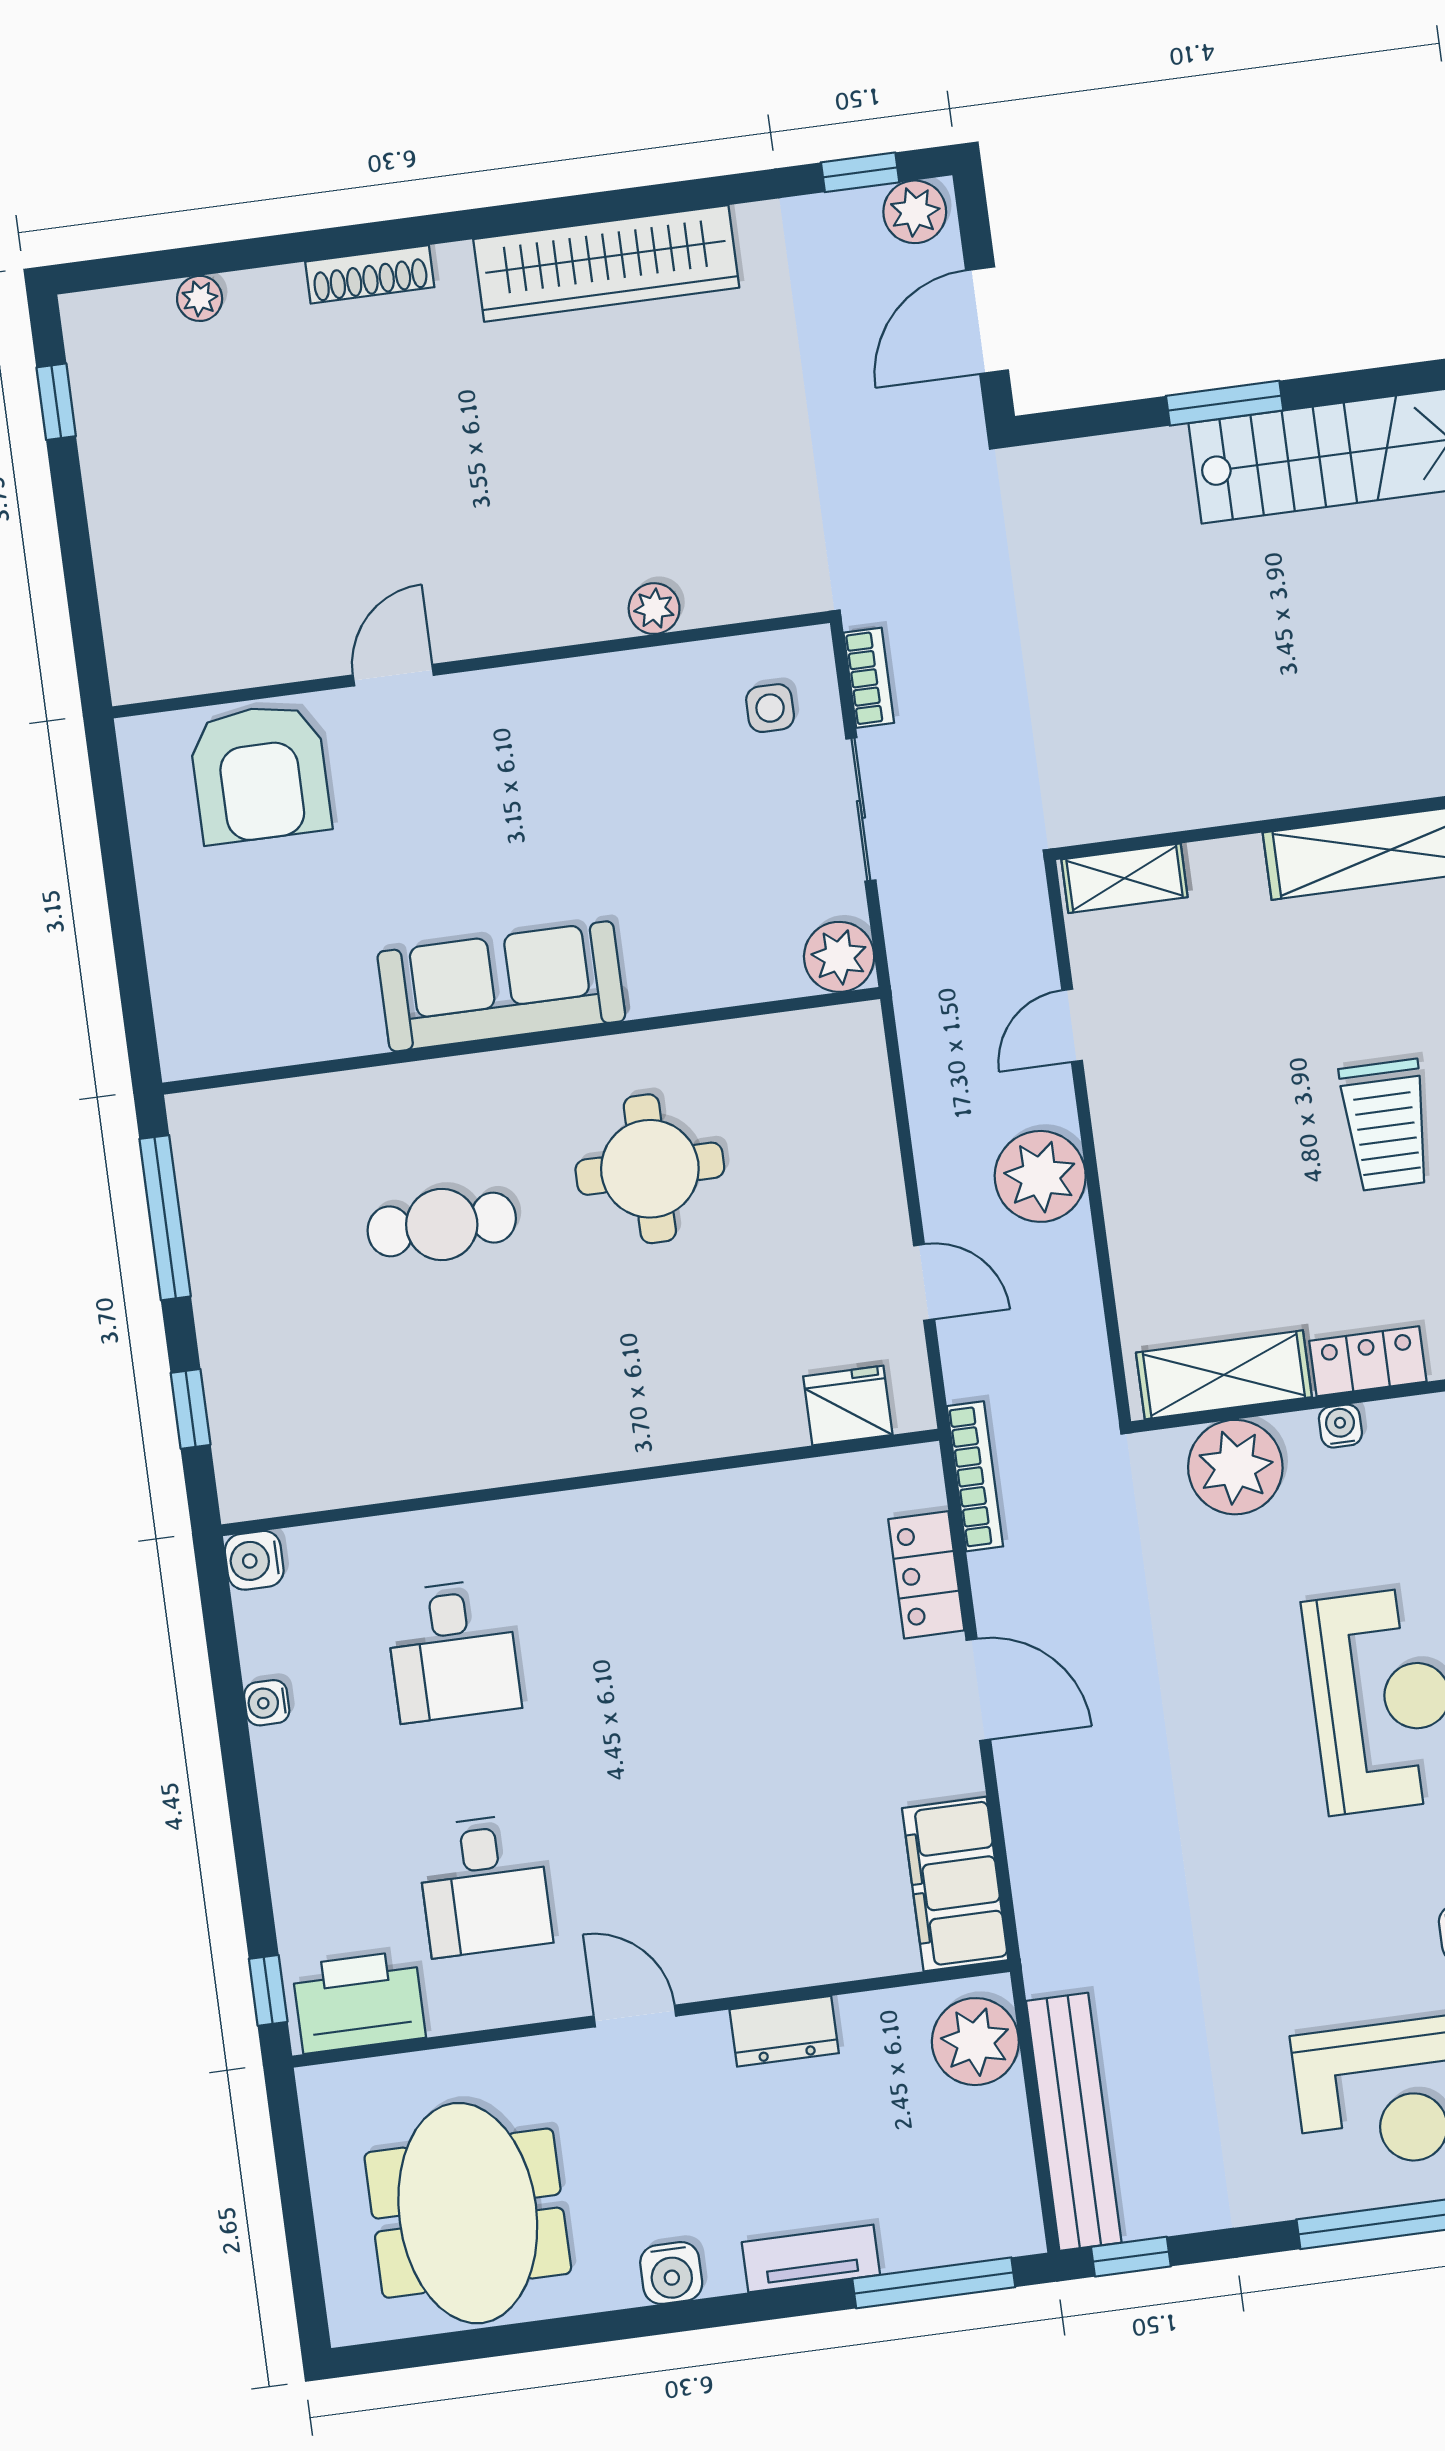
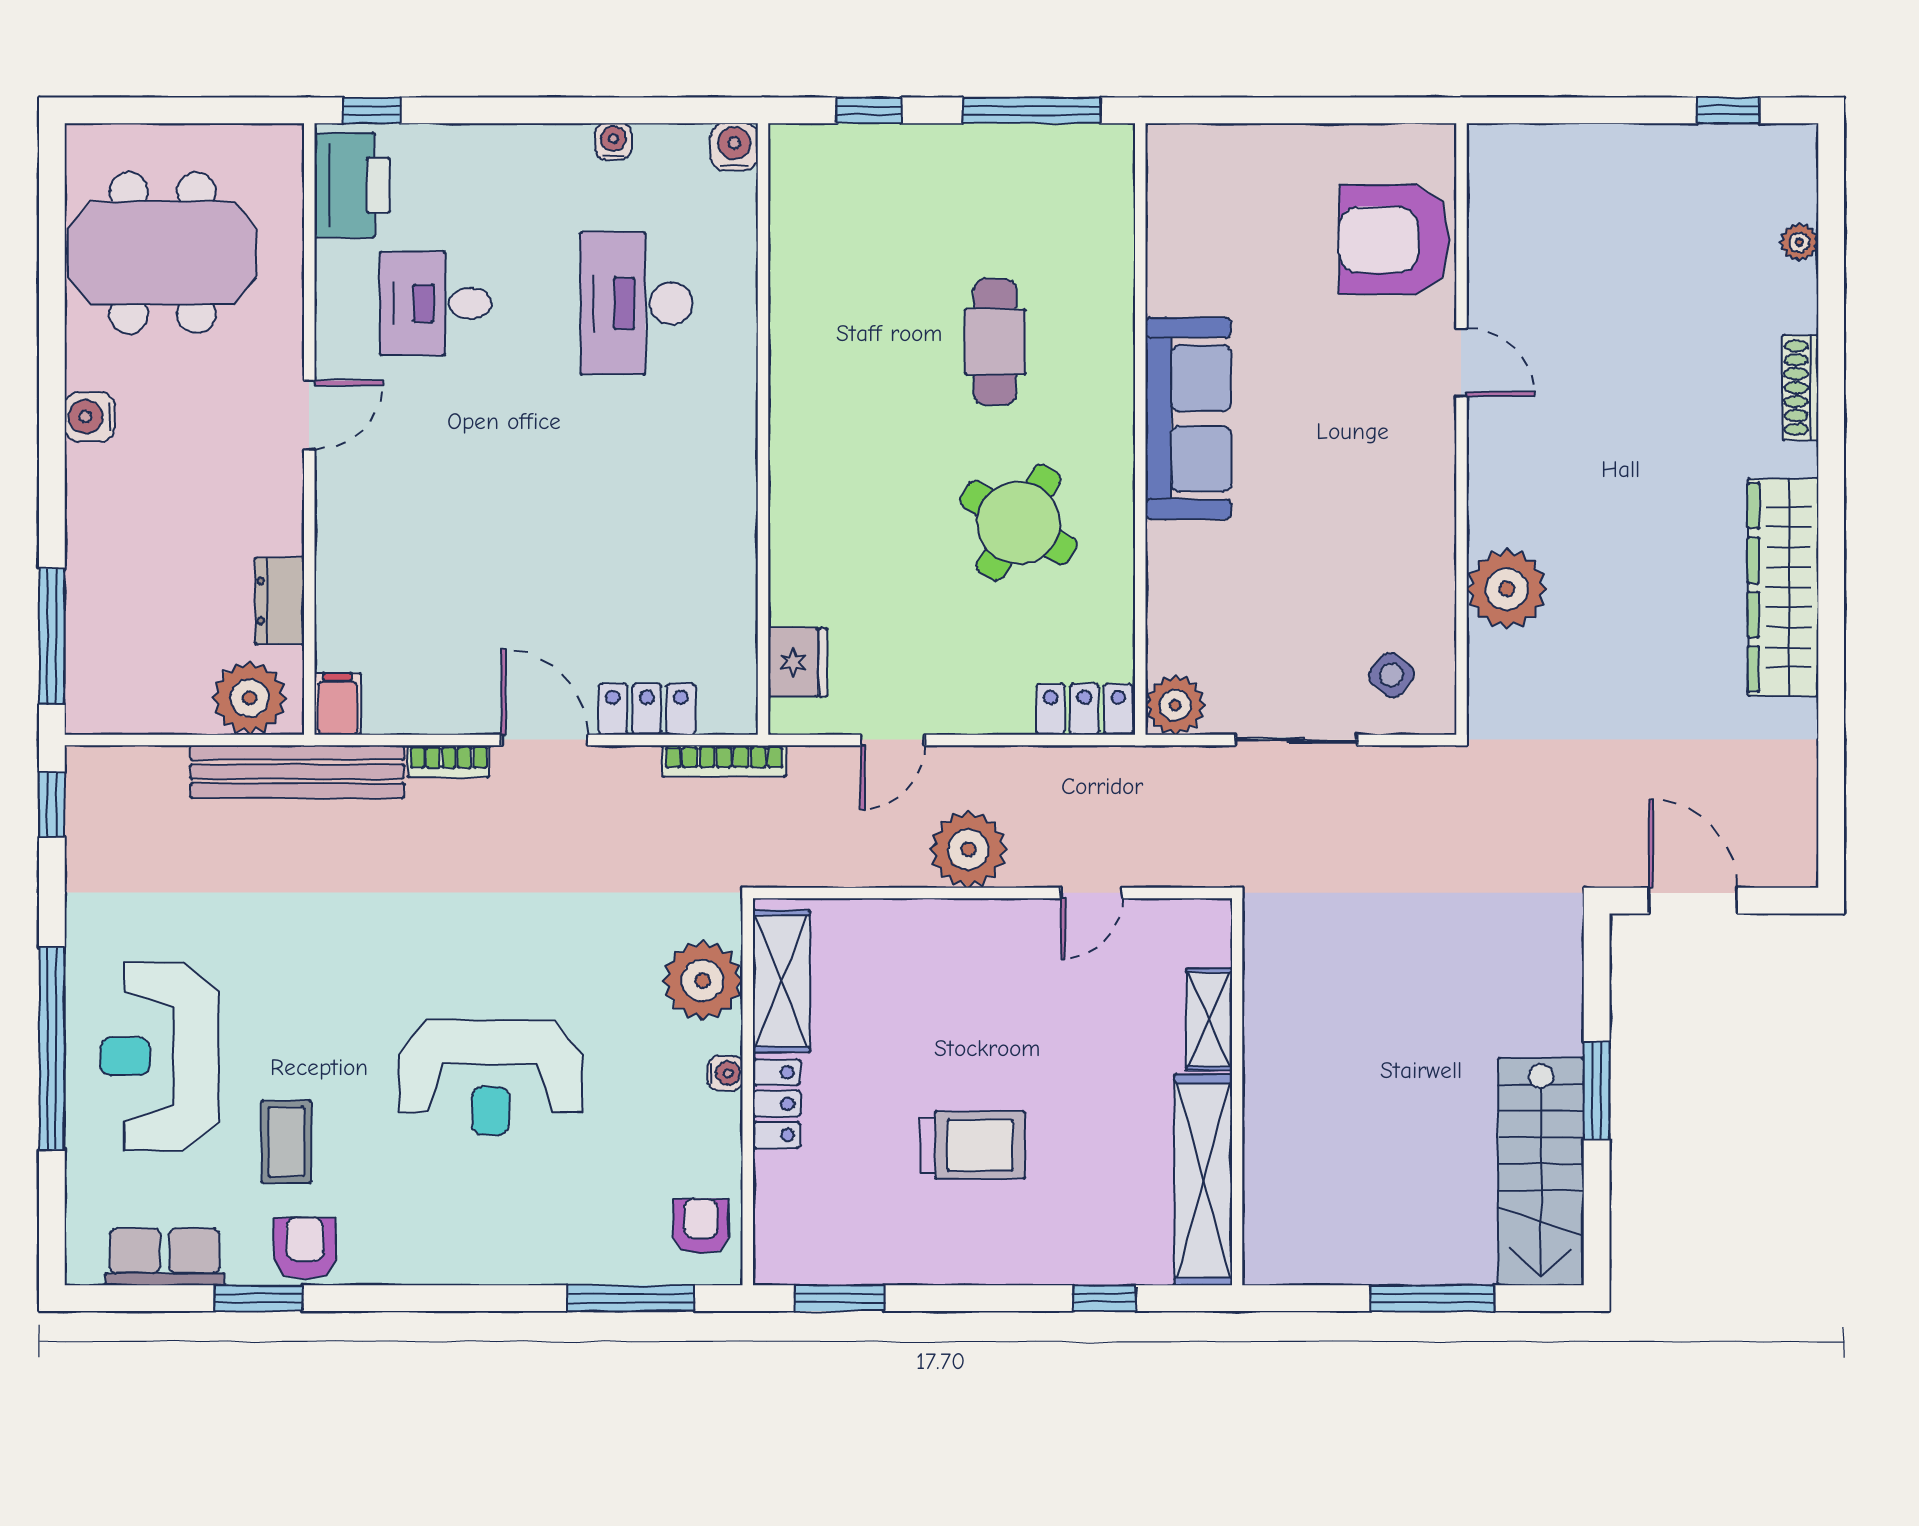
window: (860, 172) -> (1831, 811), removed
plant: (915, 212) -> (1792, 852), removed
plant: (654, 609) -> (1507, 589), width x1.88, depth x1.88
bookcase: (869, 678) -> (449, 761), moved
side table: (770, 708) -> (1392, 675), turned 38
shelving: (1125, 878) -> (1209, 1019), moved
door: (1072, 1025) -> (1091, 893), swing flipped
locker: (858, 1062) -> (1084, 709), added
trolley: (1386, 1125) -> (973, 1145), turned 180
round table: (650, 1169) -> (1019, 523), turned 31
desk: (453, 1650) -> (636, 303), width x1.37
door: (978, 1690) -> (544, 740), swing flipped
filing cabinet: (955, 1884) -> (338, 704), width x0.33, depth x0.86
dresser: (784, 2031) -> (280, 601), moved
bench: (1074, 2122) -> (297, 772), moved
tv unit: (811, 2259) -> (86, 536), removed

